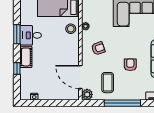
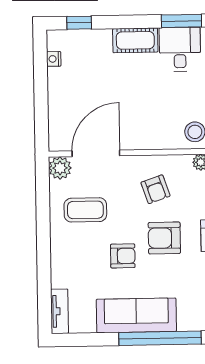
armchair: (122, 44) -> (164, 238), added
window: (17, 69) -> (79, 23), moved
window: (122, 103) -> (43, 241), removed

